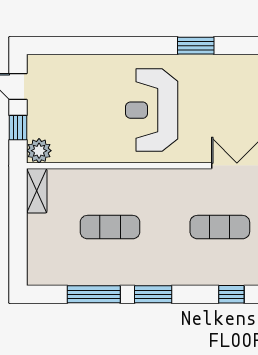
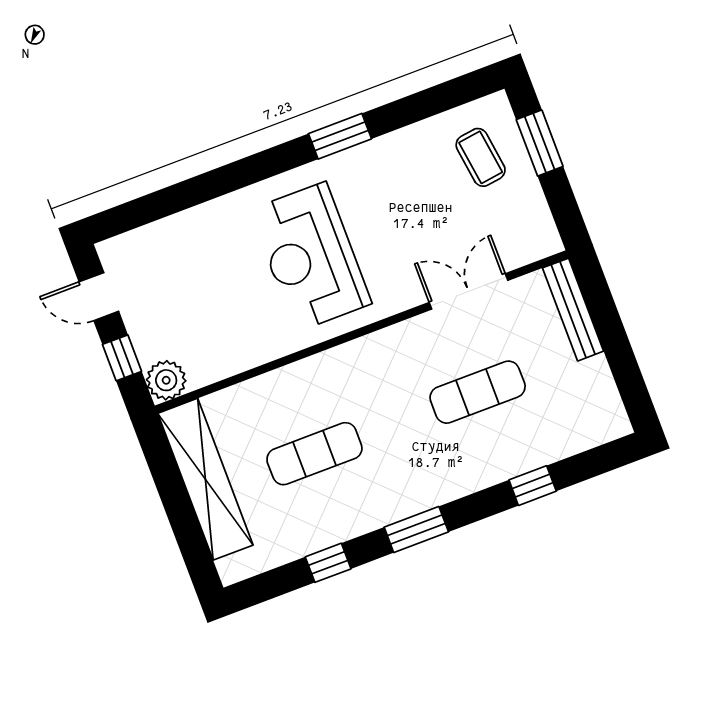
shelving: (37, 191) -> (205, 479), width x2.20, depth x1.33
window: (94, 294) -> (328, 563), width x0.46

